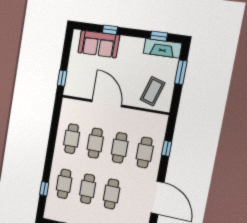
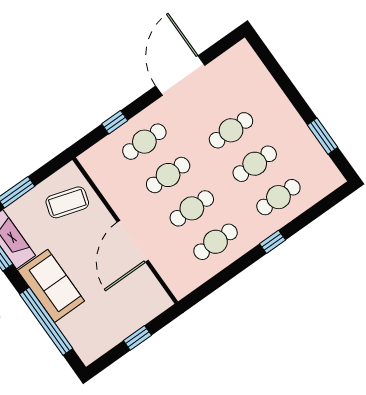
window: (110, 30) -> (46, 321), width x3.17
sofa: (99, 44) -> (51, 286), moved
window: (62, 78) -> (137, 338), moved
window: (44, 189) -> (273, 242), moved

